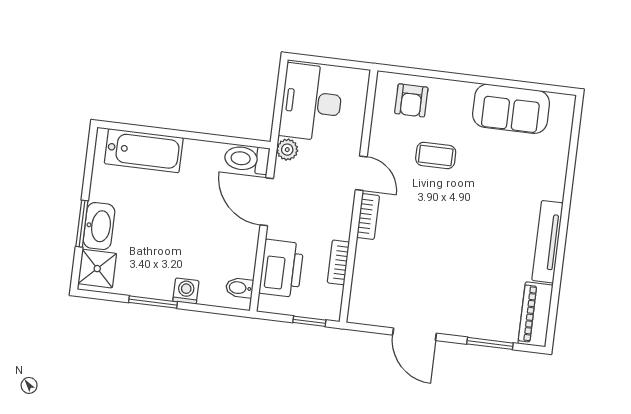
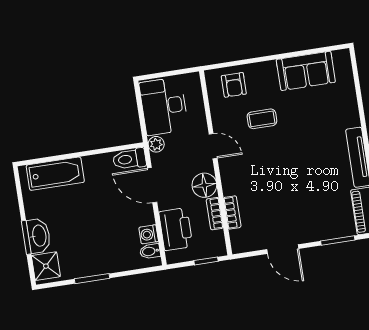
bookcase: (368, 217) -> (232, 212), moved
floor lamp: (335, 221) -> (204, 185), added
washing machine: (186, 291) -> (149, 234), moved, turned -90

